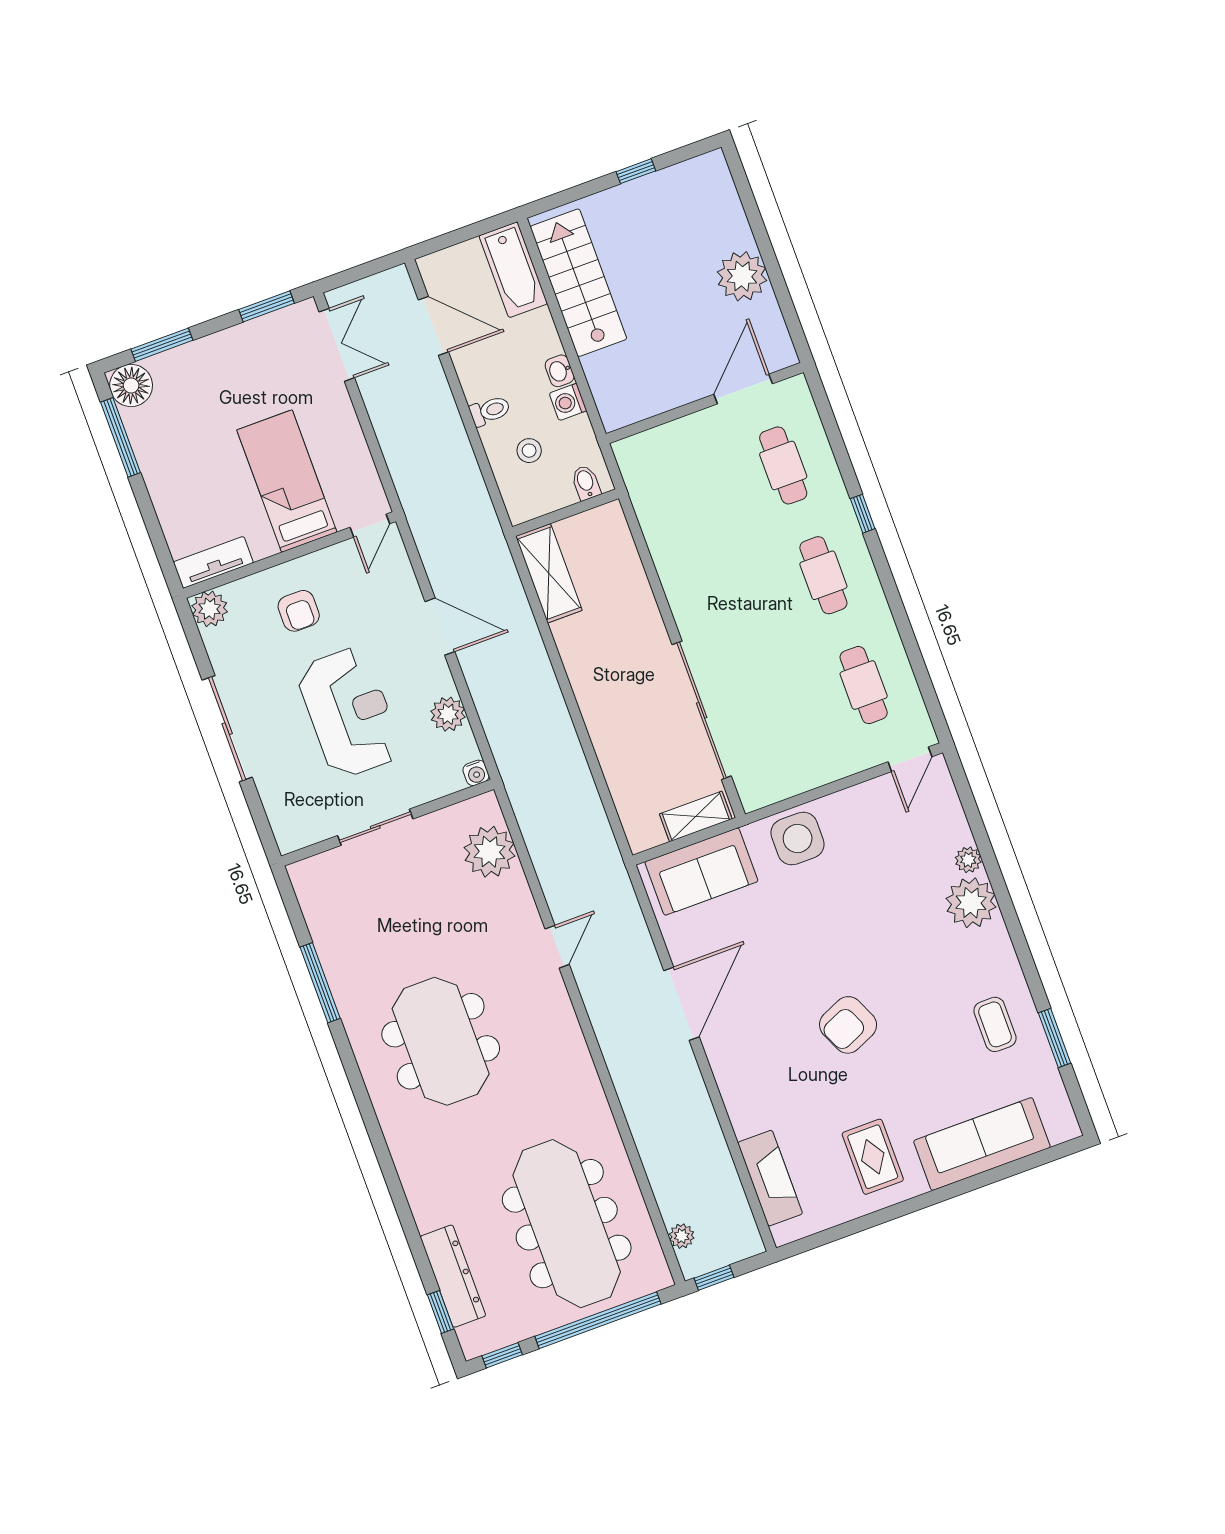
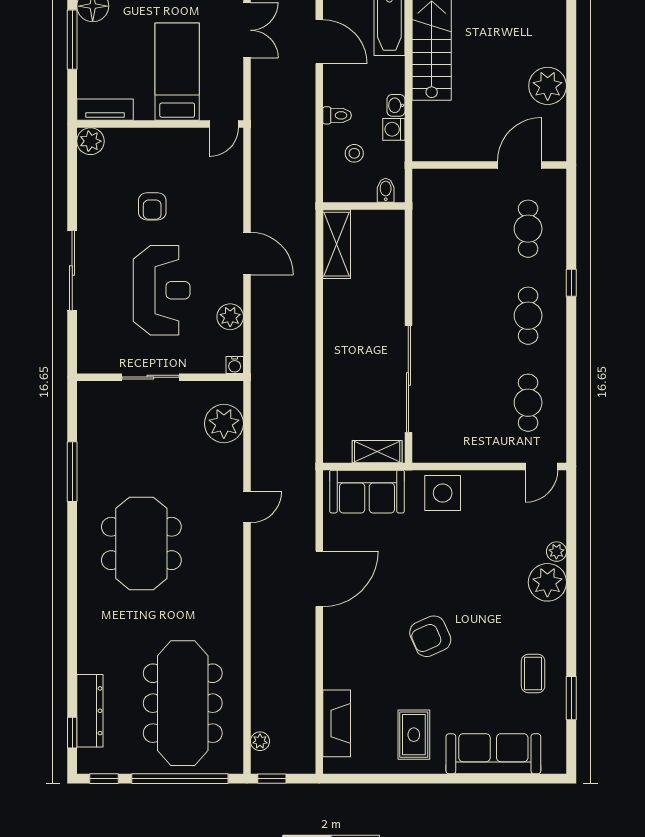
bed: (287, 481) -> (177, 72), moved
door: (370, 526) -> (224, 124), moved
wall: (289, 555) -> (160, 124), moved
tv unit: (213, 562) -> (105, 110), moved
plant: (210, 609) -> (90, 141), moved

